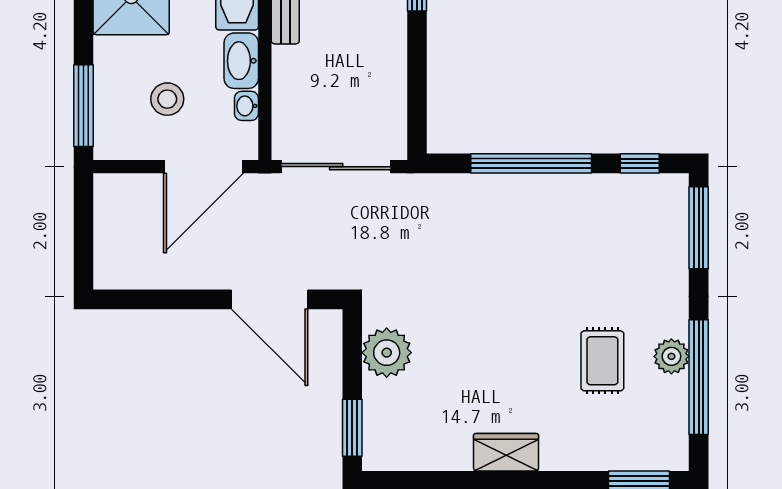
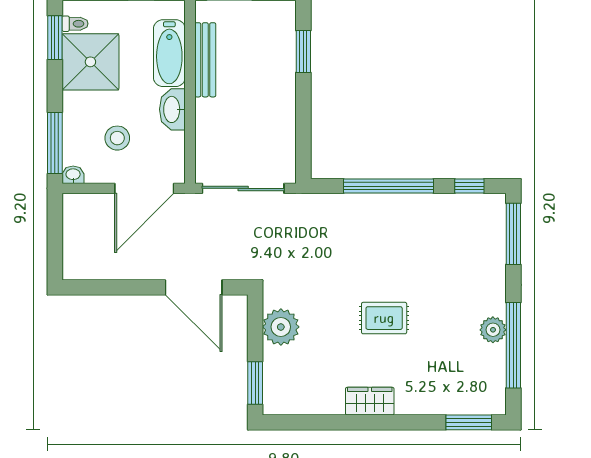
washbasin: (246, 106) -> (73, 175), moved, turned 90
rug: (602, 361) -> (384, 318), moved, turned 90

